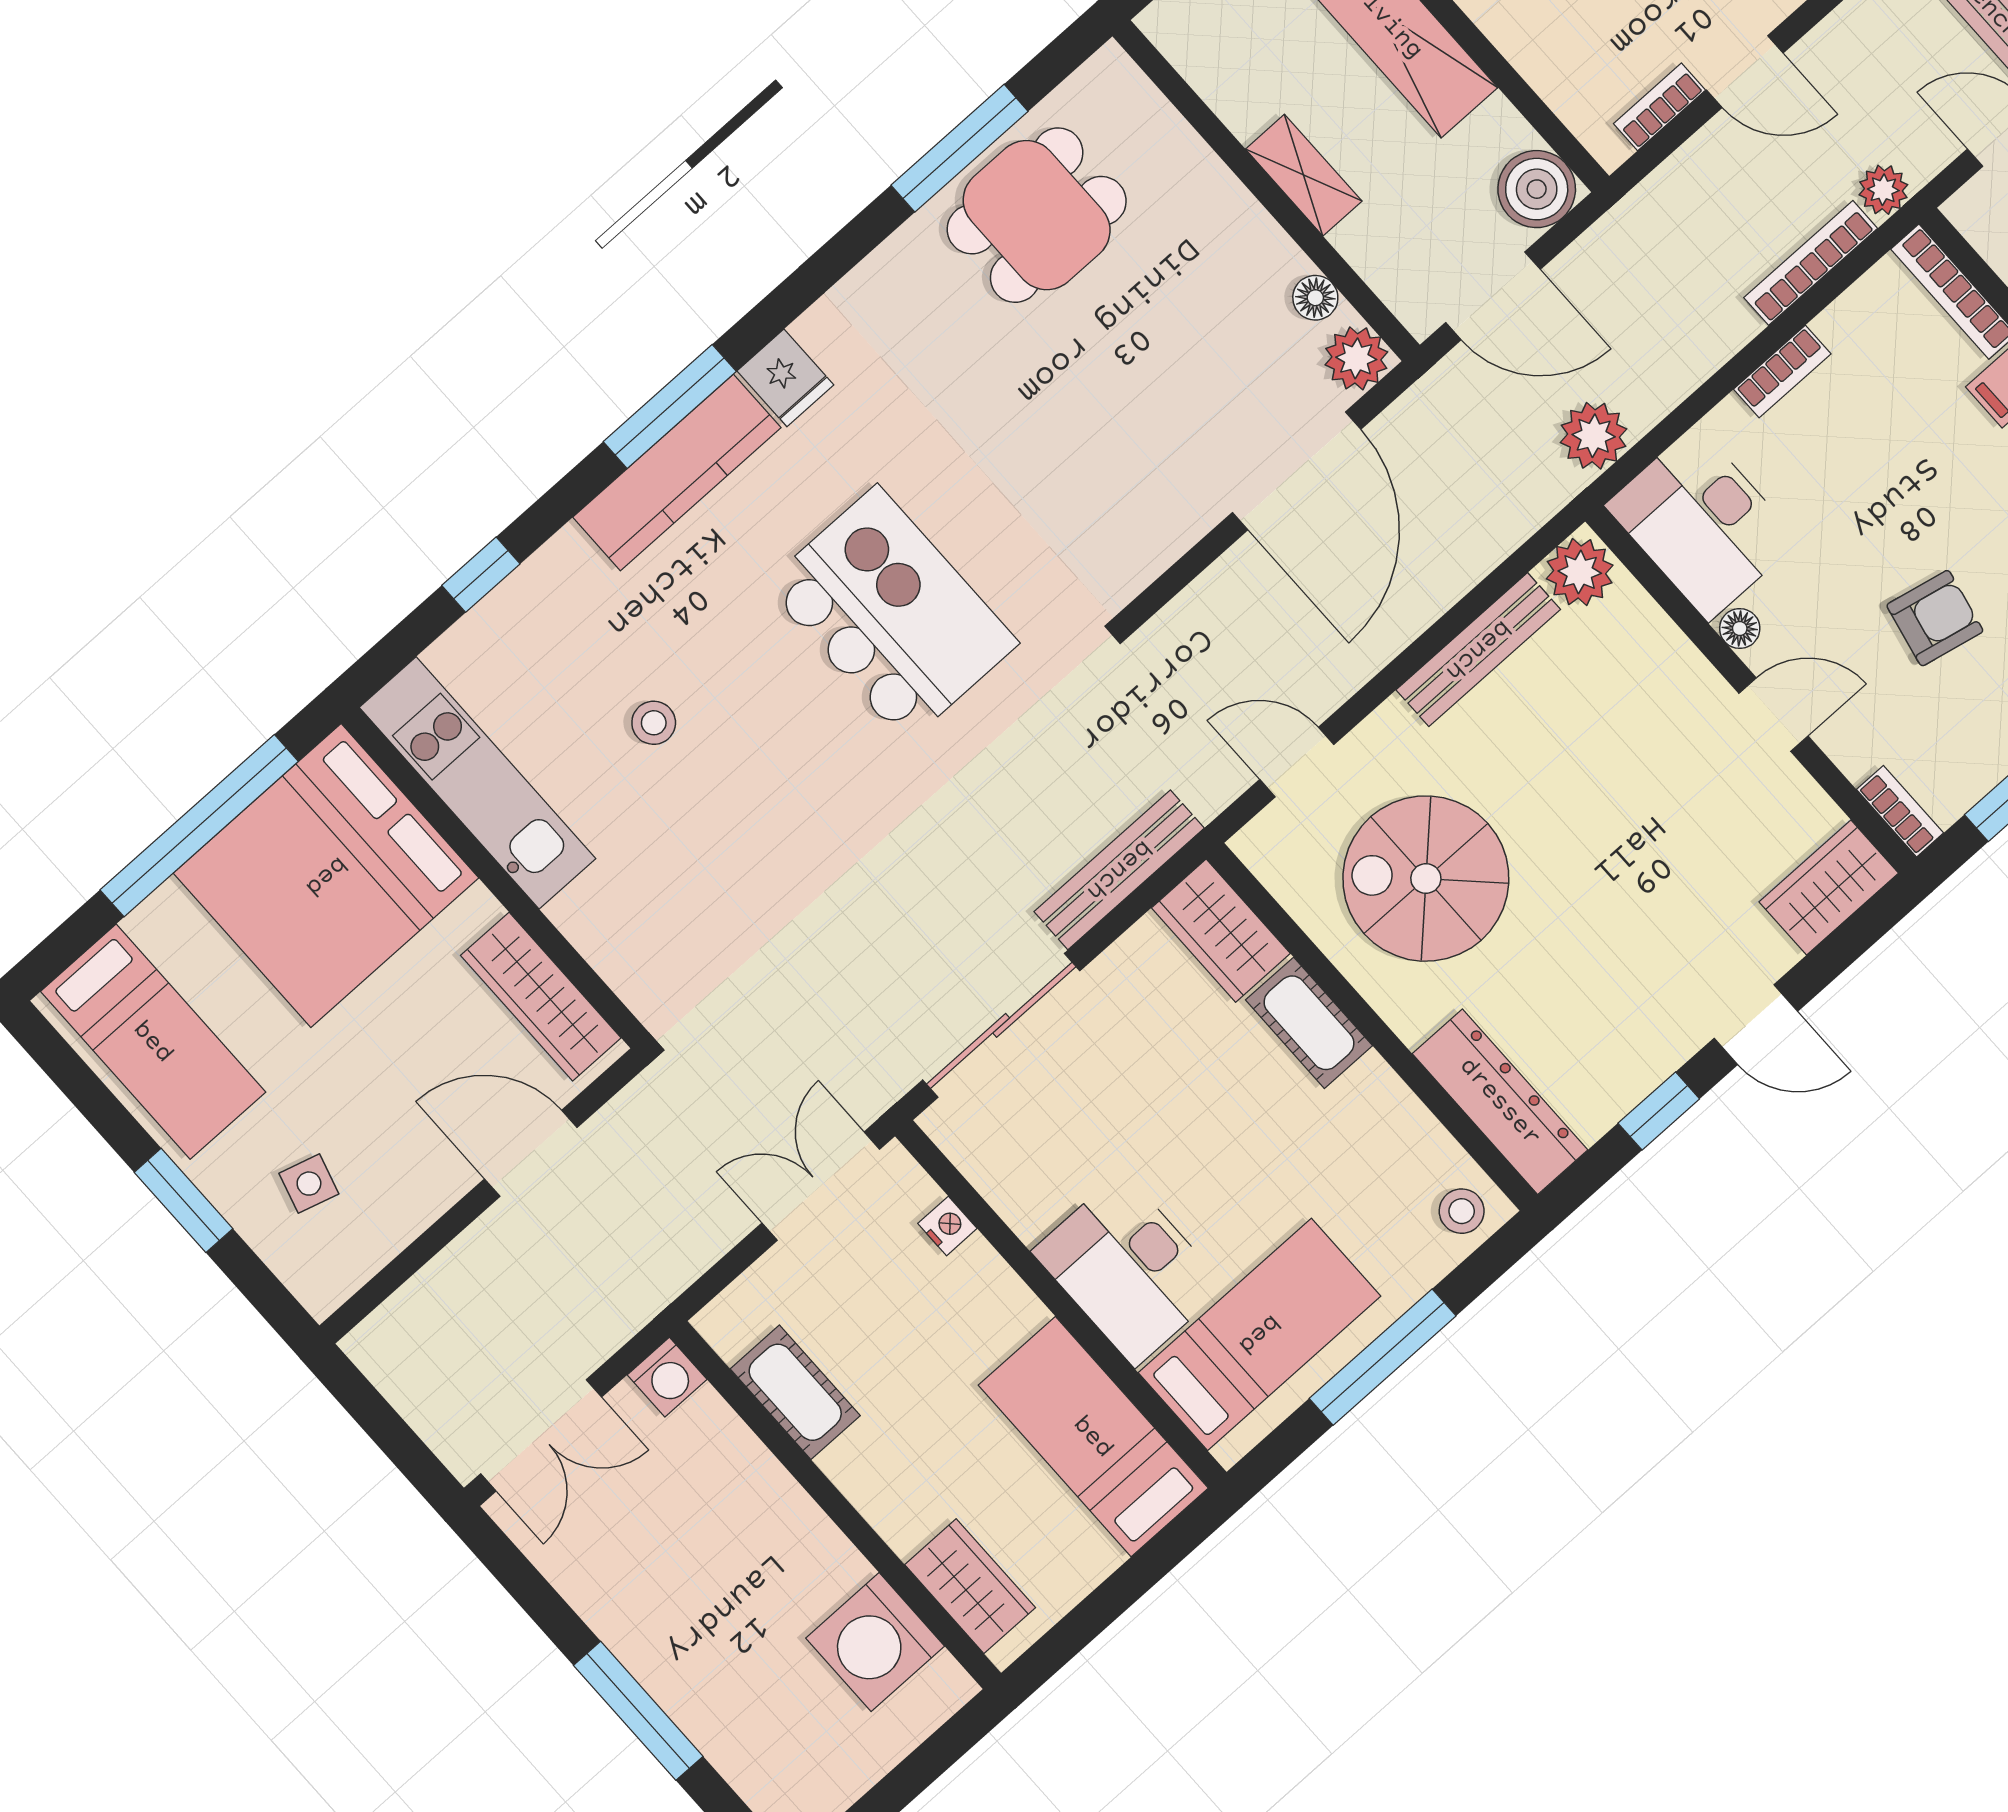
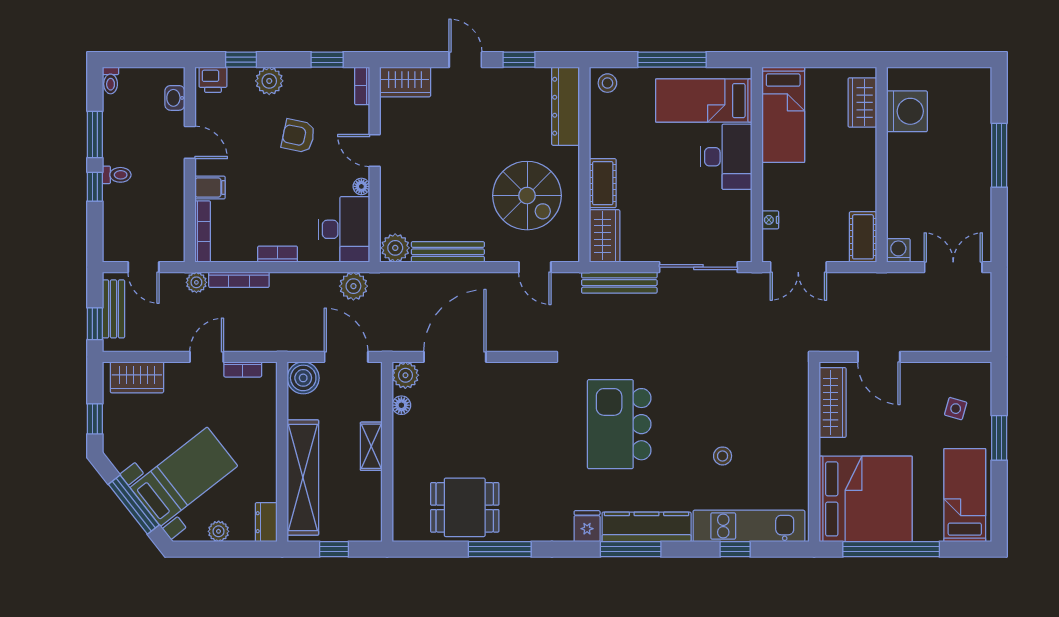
door: (1745, 72) -> (207, 357), hinge flipped
window: (959, 148) -> (500, 549), moved
kitchen unit: (478, 783) -> (749, 526), moved, turned 90
cot: (795, 1392) -> (863, 237), moved

